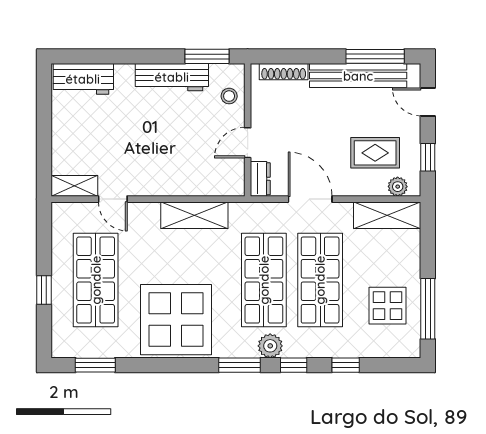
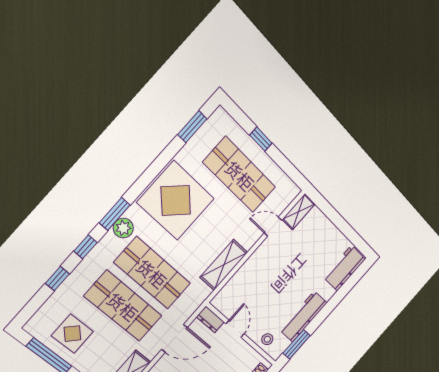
plant: (270, 346) -> (123, 228), moved

